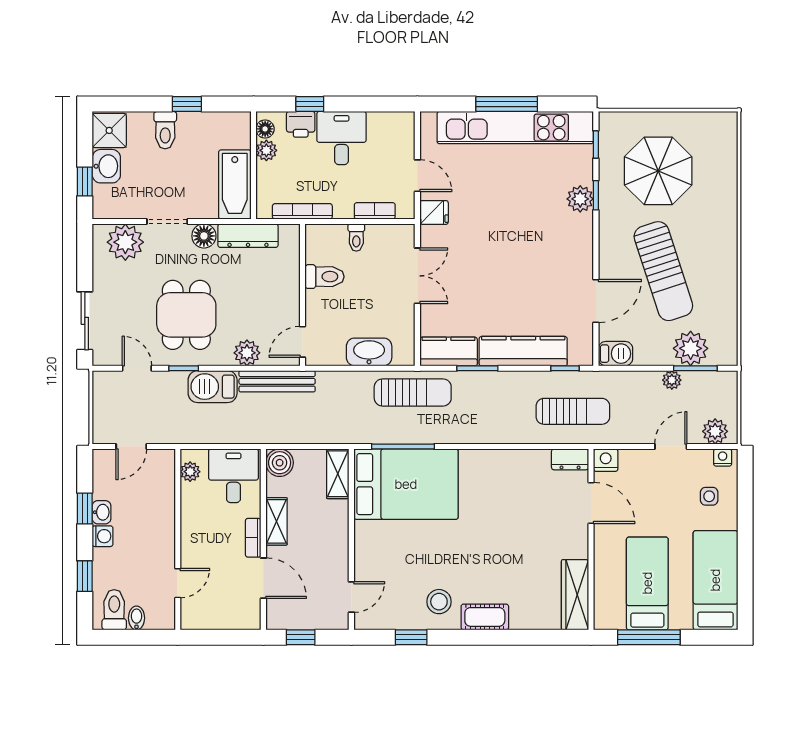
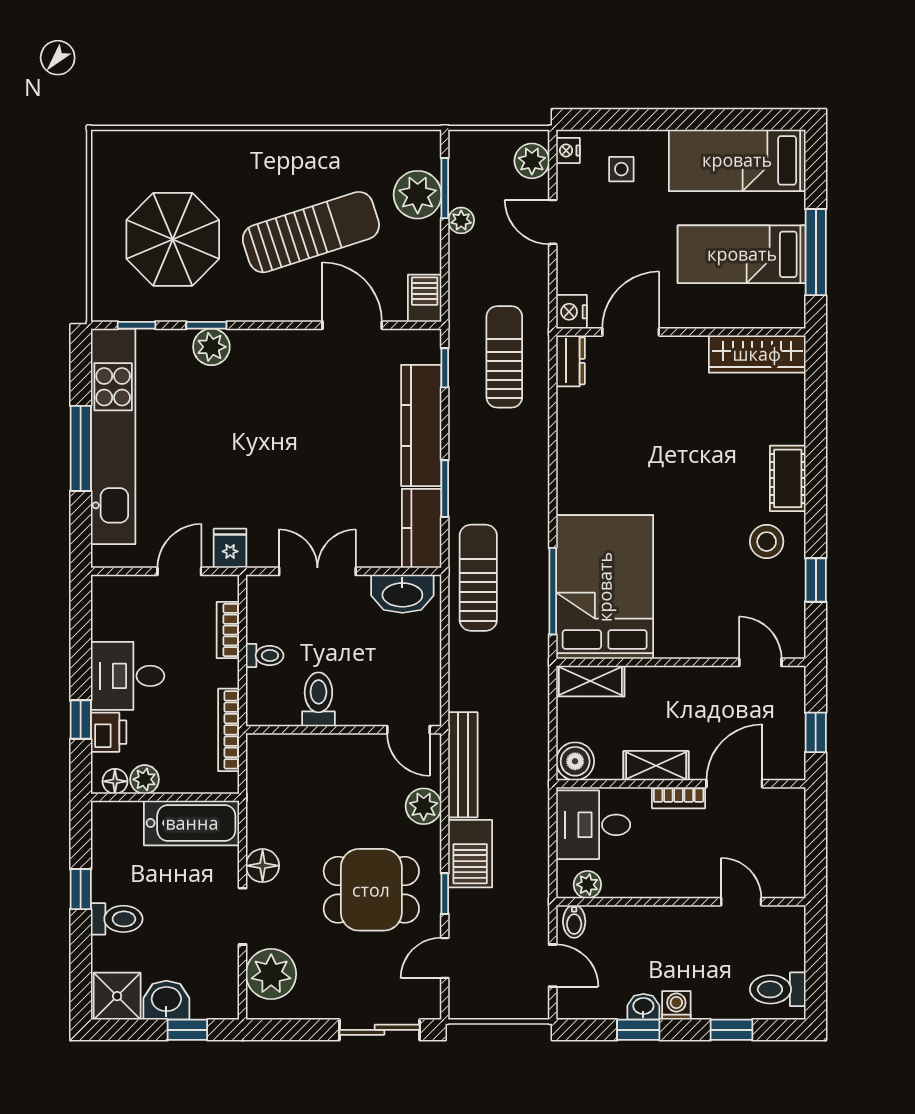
dresser: (248, 236) -> (262, 805), removed
washbasin: (369, 352) -> (402, 594), moved, turned -90
bidet: (136, 618) -> (574, 921), moved, turned -90

